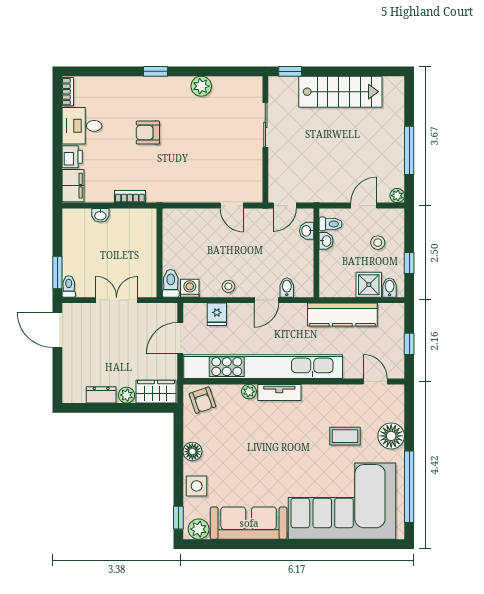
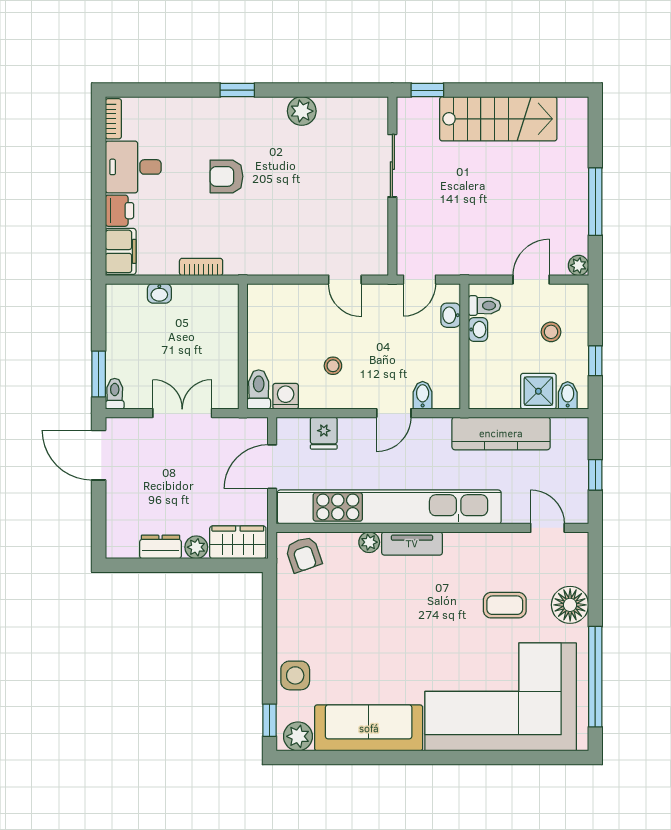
stool: (228, 286) -> (333, 366), moved
floor lamp: (192, 452) -> (289, 627), removed

